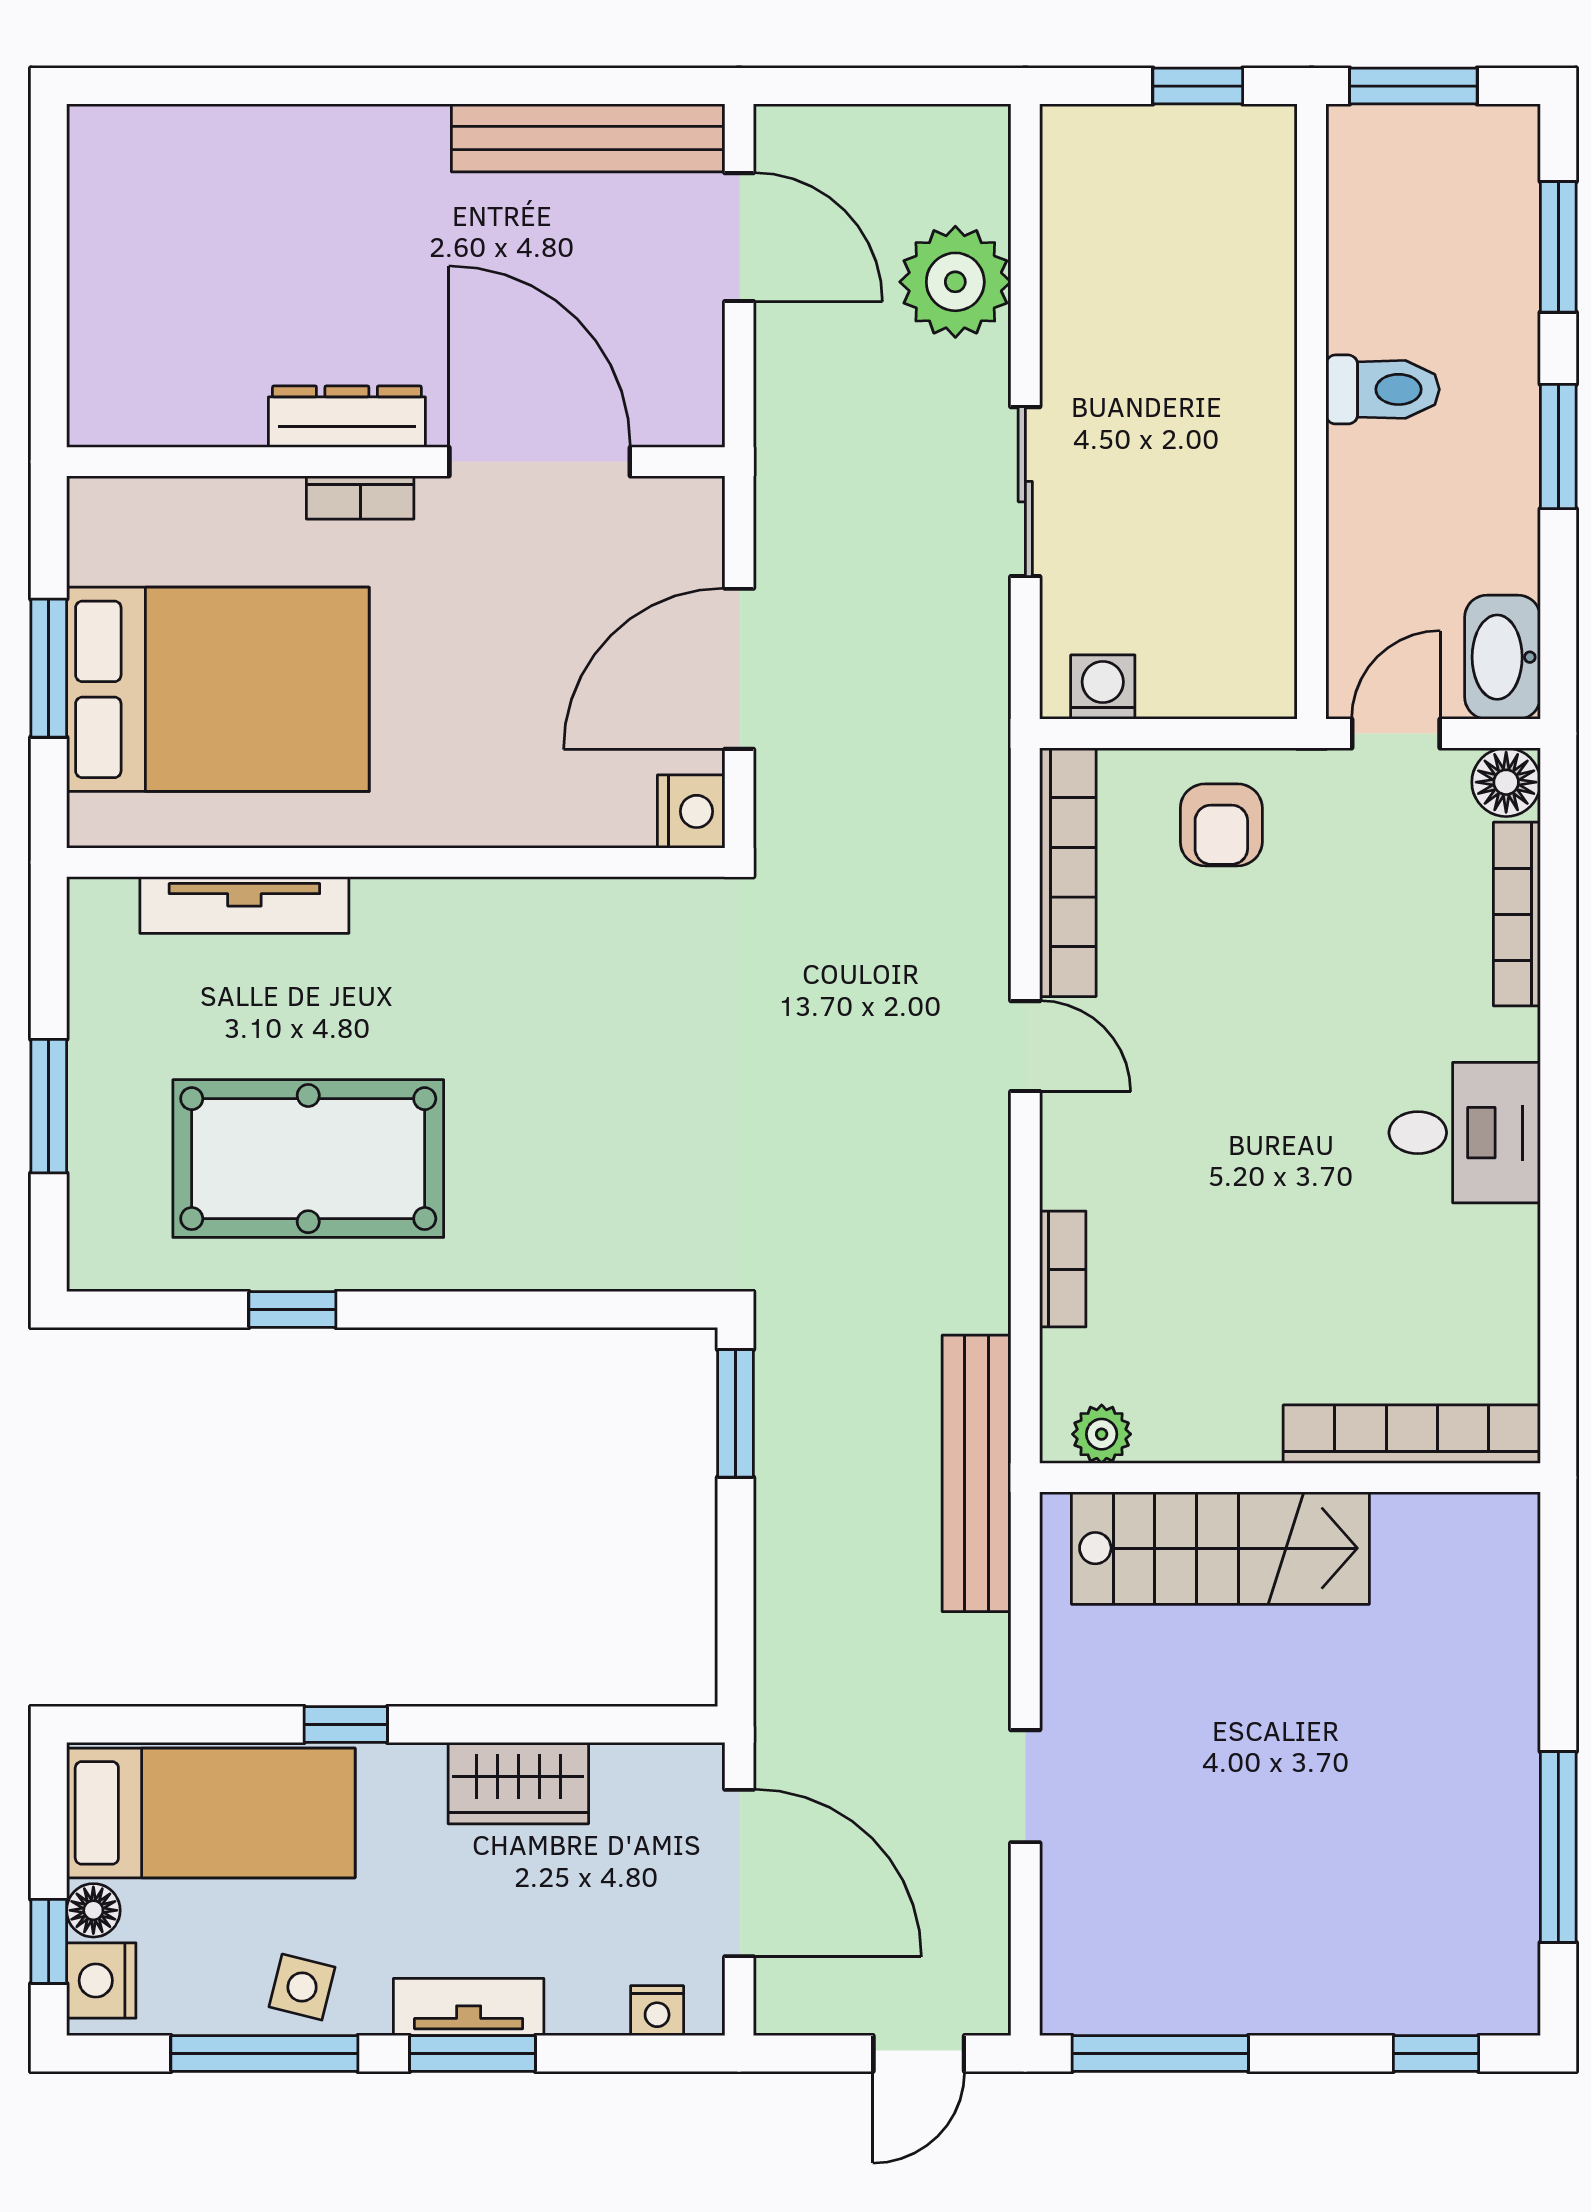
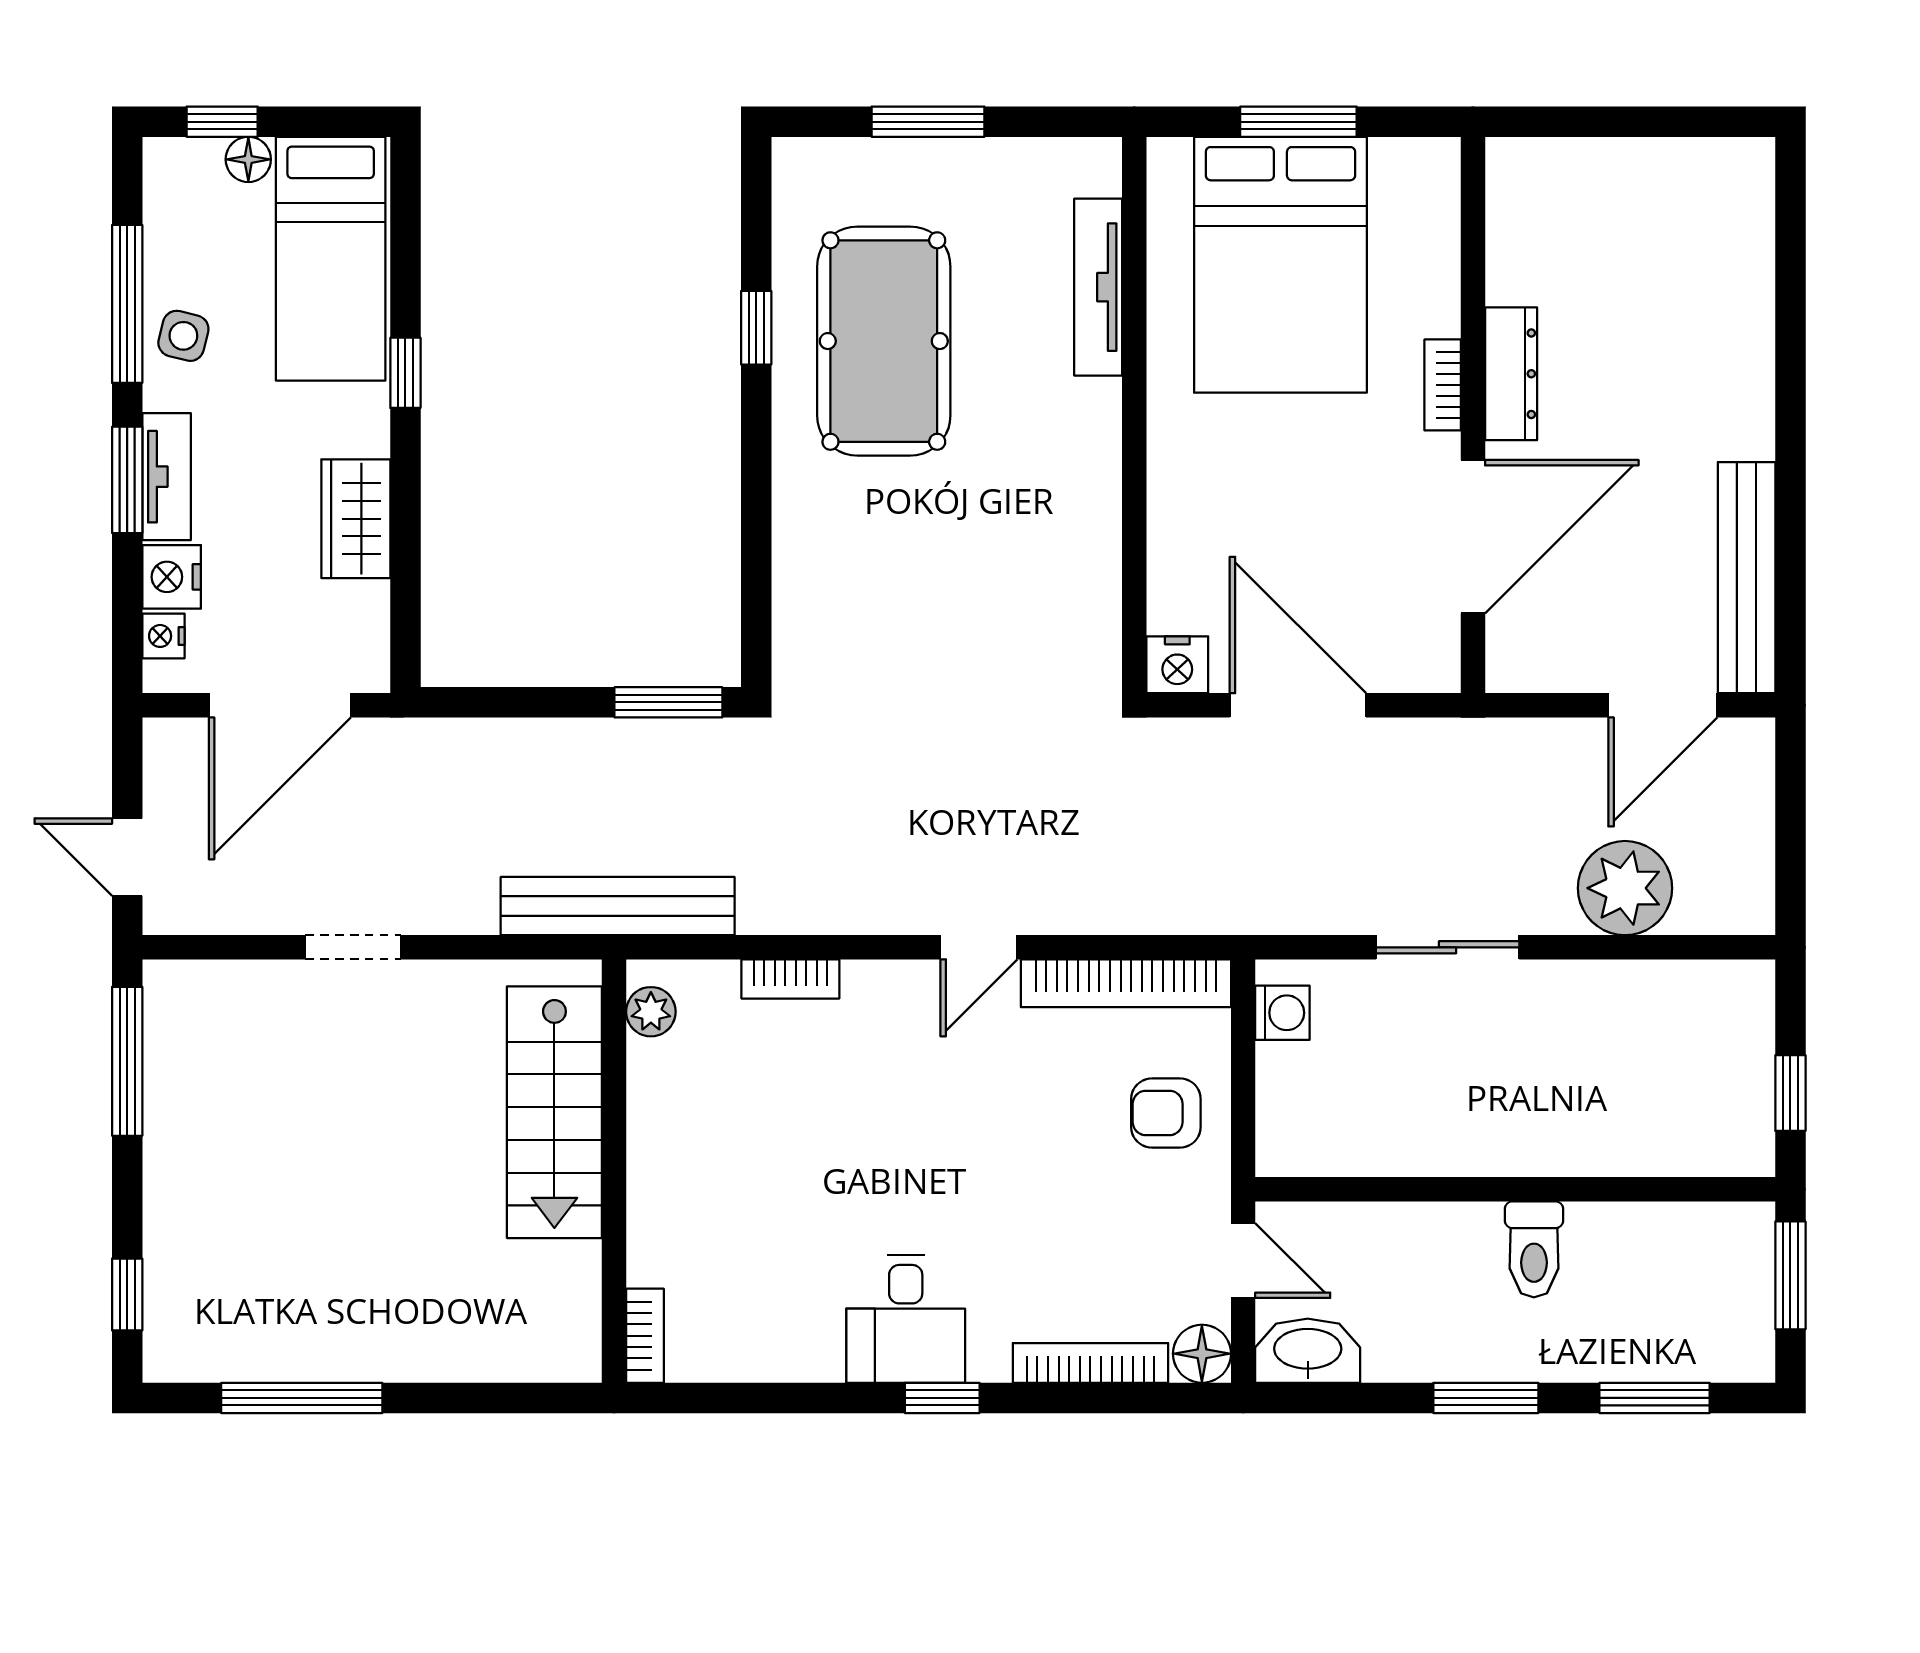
window: (1558, 1089) -> (942, 1398), added
bookcase: (1412, 1434) -> (645, 1336), width x0.43, depth x0.76
nightstand: (101, 1980) -> (172, 577), moved, turned -90

